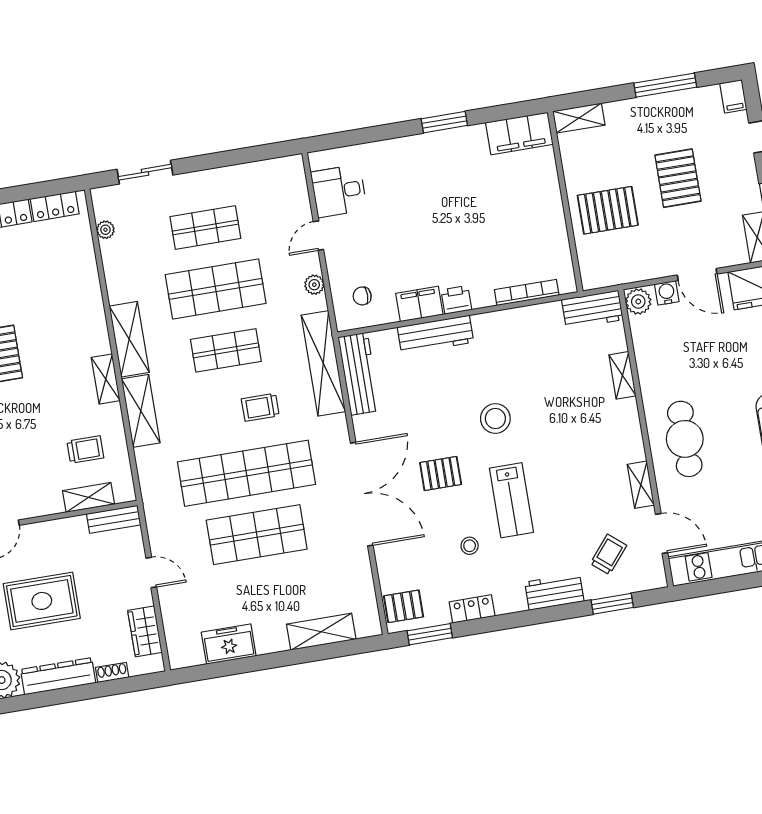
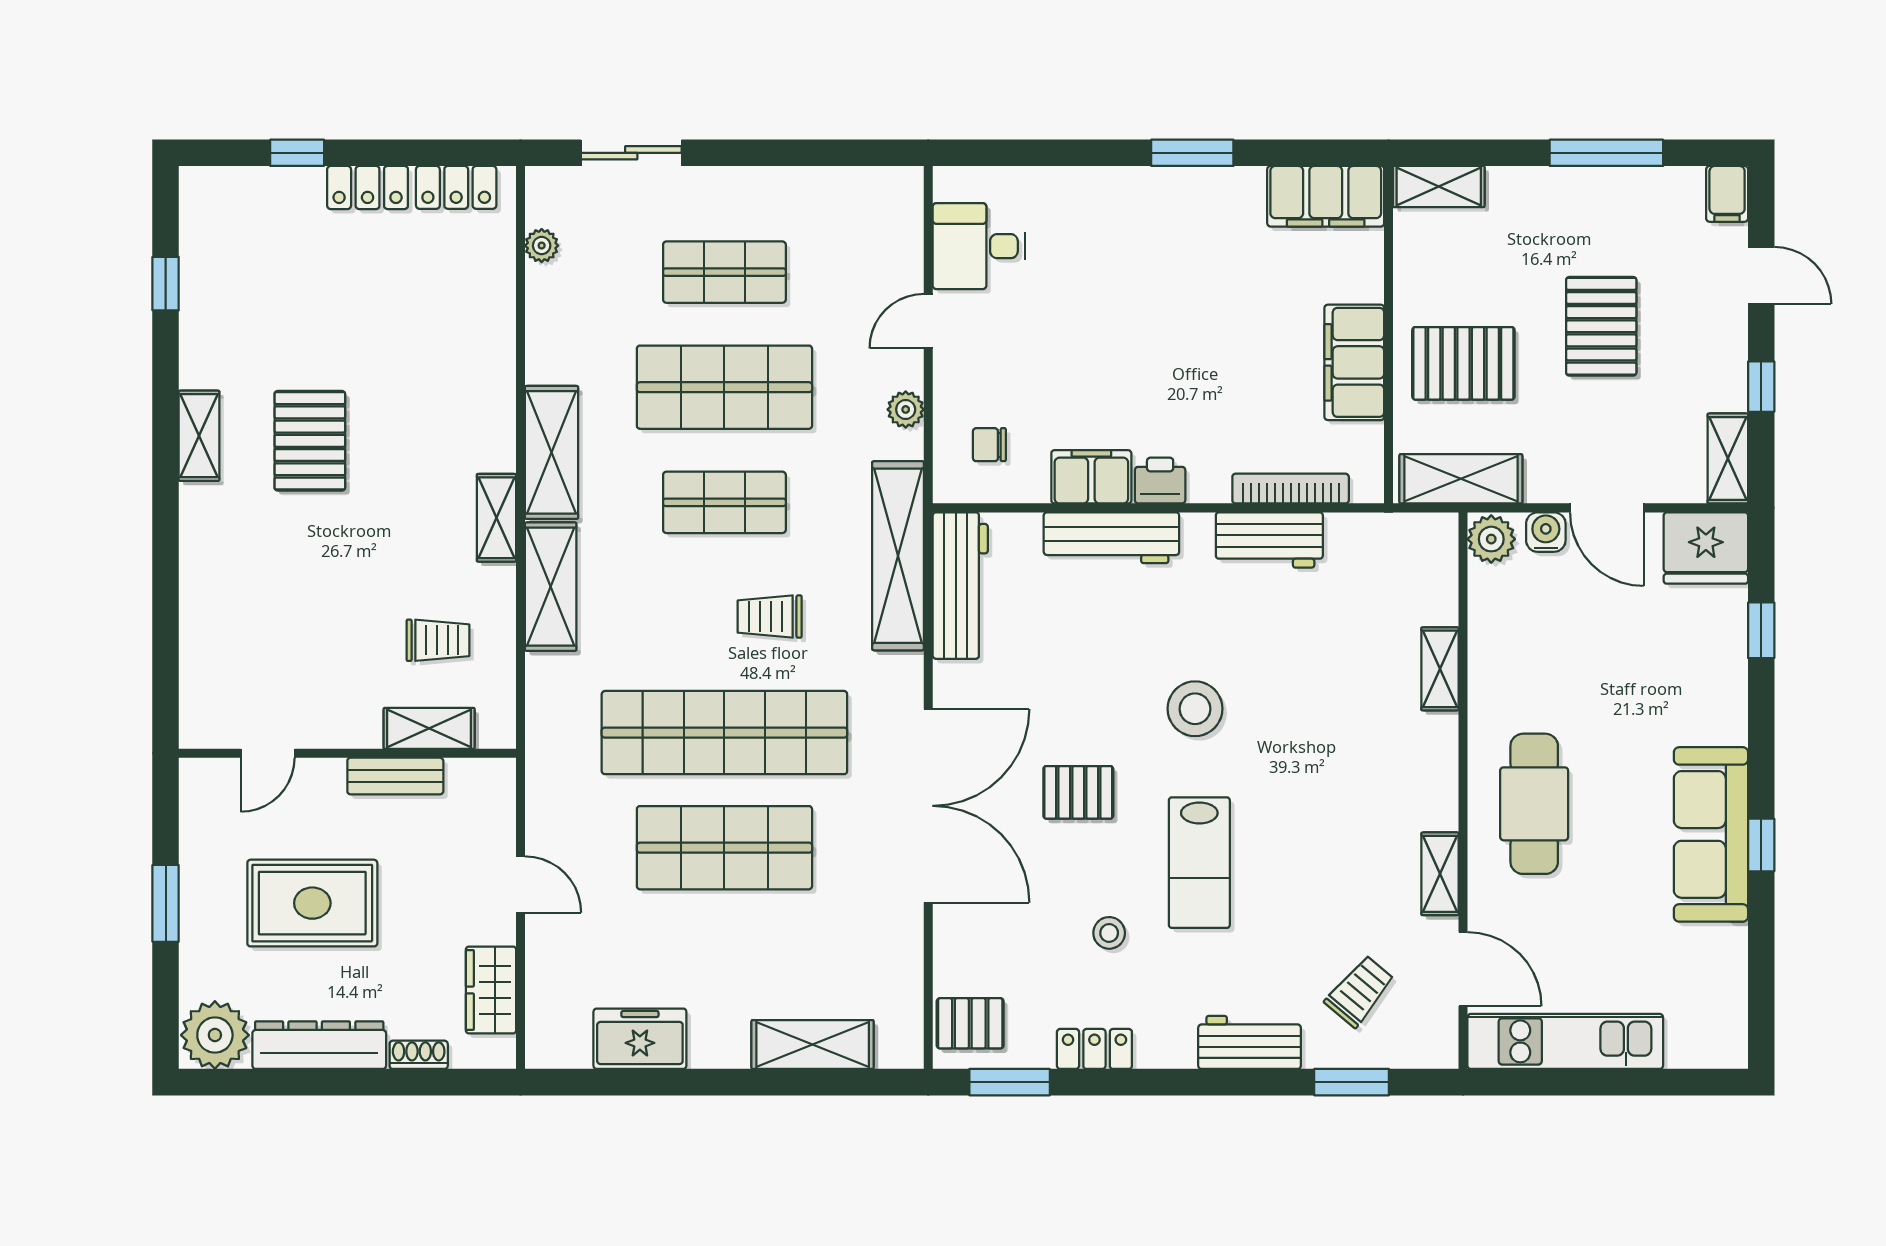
filing cabinet: (549, 219) -> (1354, 362), added
shelving: (617, 272) -> (1461, 479), added
workbench: (592, 310) -> (1269, 540), moved
bench: (114, 519) -> (395, 776), moved

